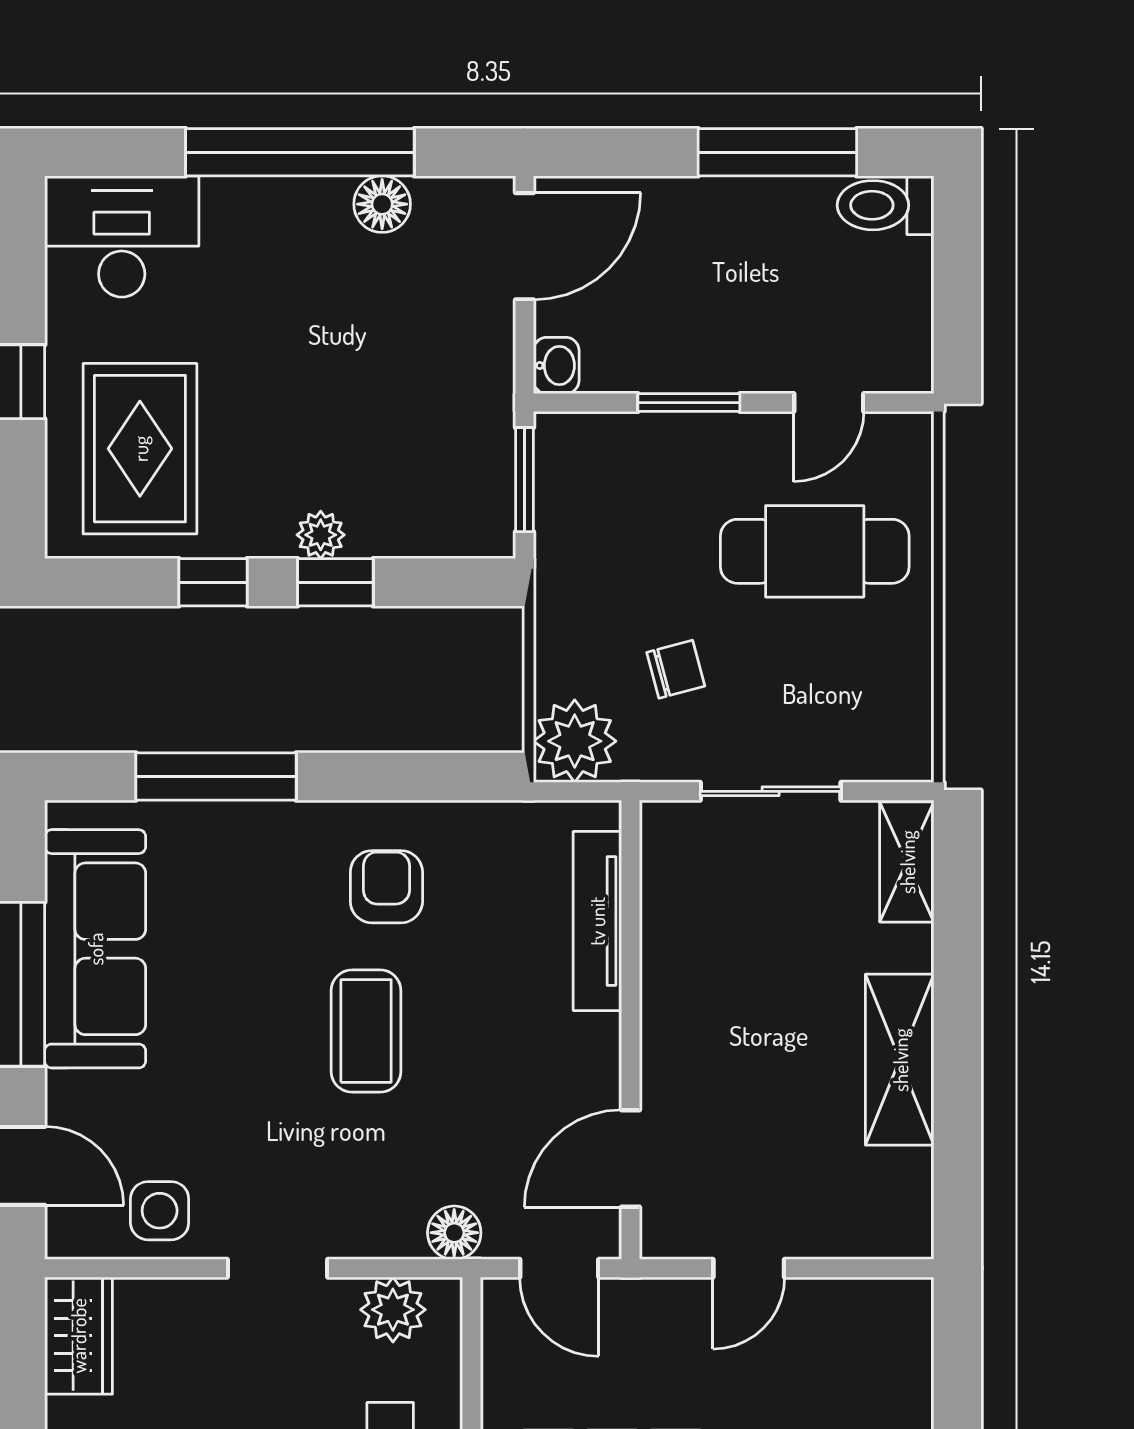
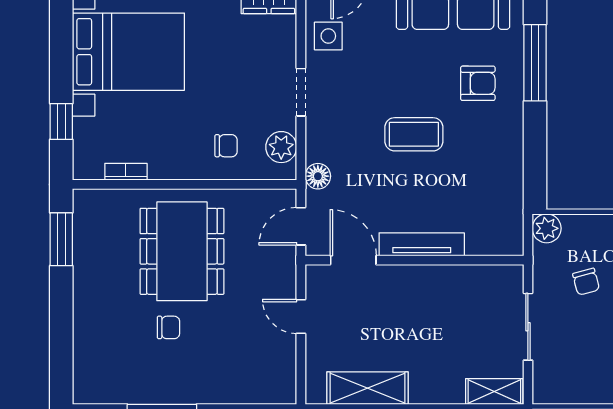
plant: (575, 741) -> (547, 228), width x0.73, depth x0.73
armchair: (386, 887) -> (478, 83), moved
tv unit: (597, 921) -> (422, 244), moved
shelving: (900, 1060) -> (368, 388), moved

